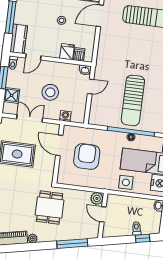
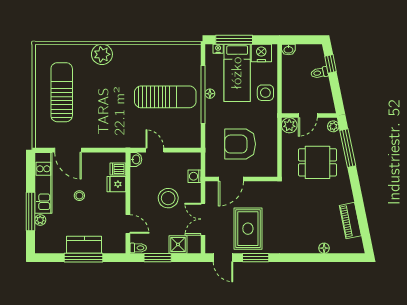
kitchen counter: (19, 39) -> (84, 245), moved
dining table: (50, 208) -> (317, 162), moved
plant: (33, 238) -> (333, 126), moved

